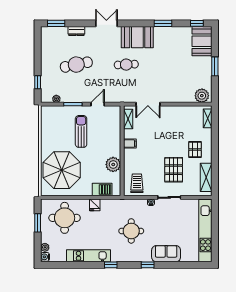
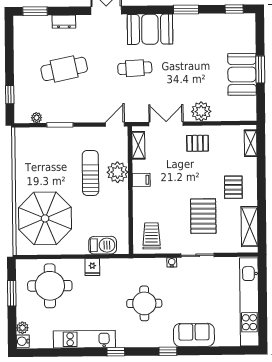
booth: (202, 41) -> (242, 74), moved
plant: (202, 96) -> (201, 111), moved
door: (98, 104) -> (115, 124), moved
double door: (148, 104) -> (166, 124), swing flipped
pallet: (170, 118) -> (198, 143), added
sun lounger: (81, 131) -> (90, 173), moved
plant: (113, 164) -> (117, 172), moved

